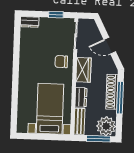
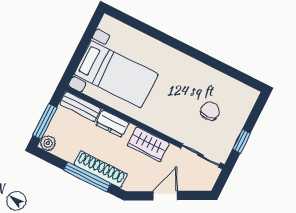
dresser: (30, 22) -> (248, 101), removed
chair: (61, 62) -> (210, 111), moved
plant: (106, 126) -> (48, 143), width x0.53, depth x0.53

